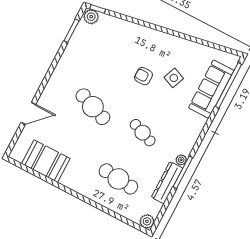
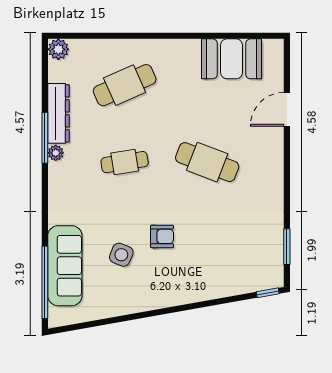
plant: (91, 17) -> (271, 278), removed
cafe table: (143, 133) -> (125, 162), turned -30
cafe table: (118, 179) -> (125, 85), turned -30

